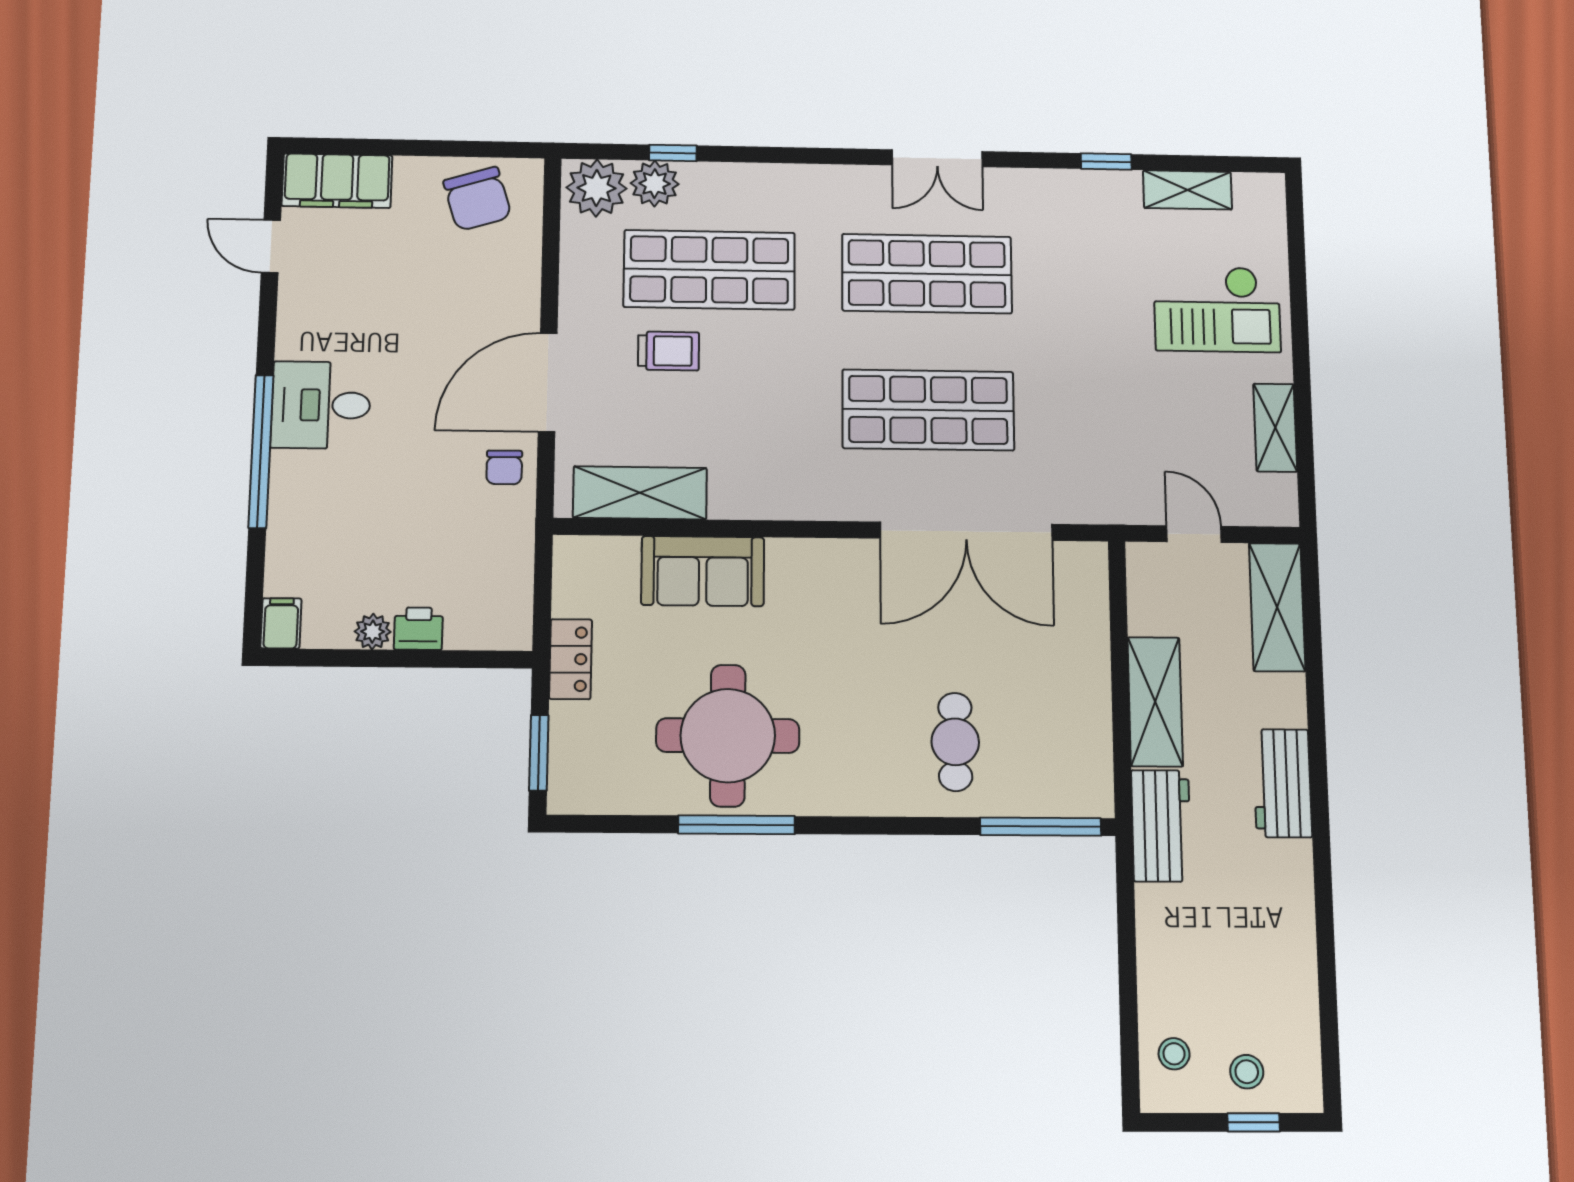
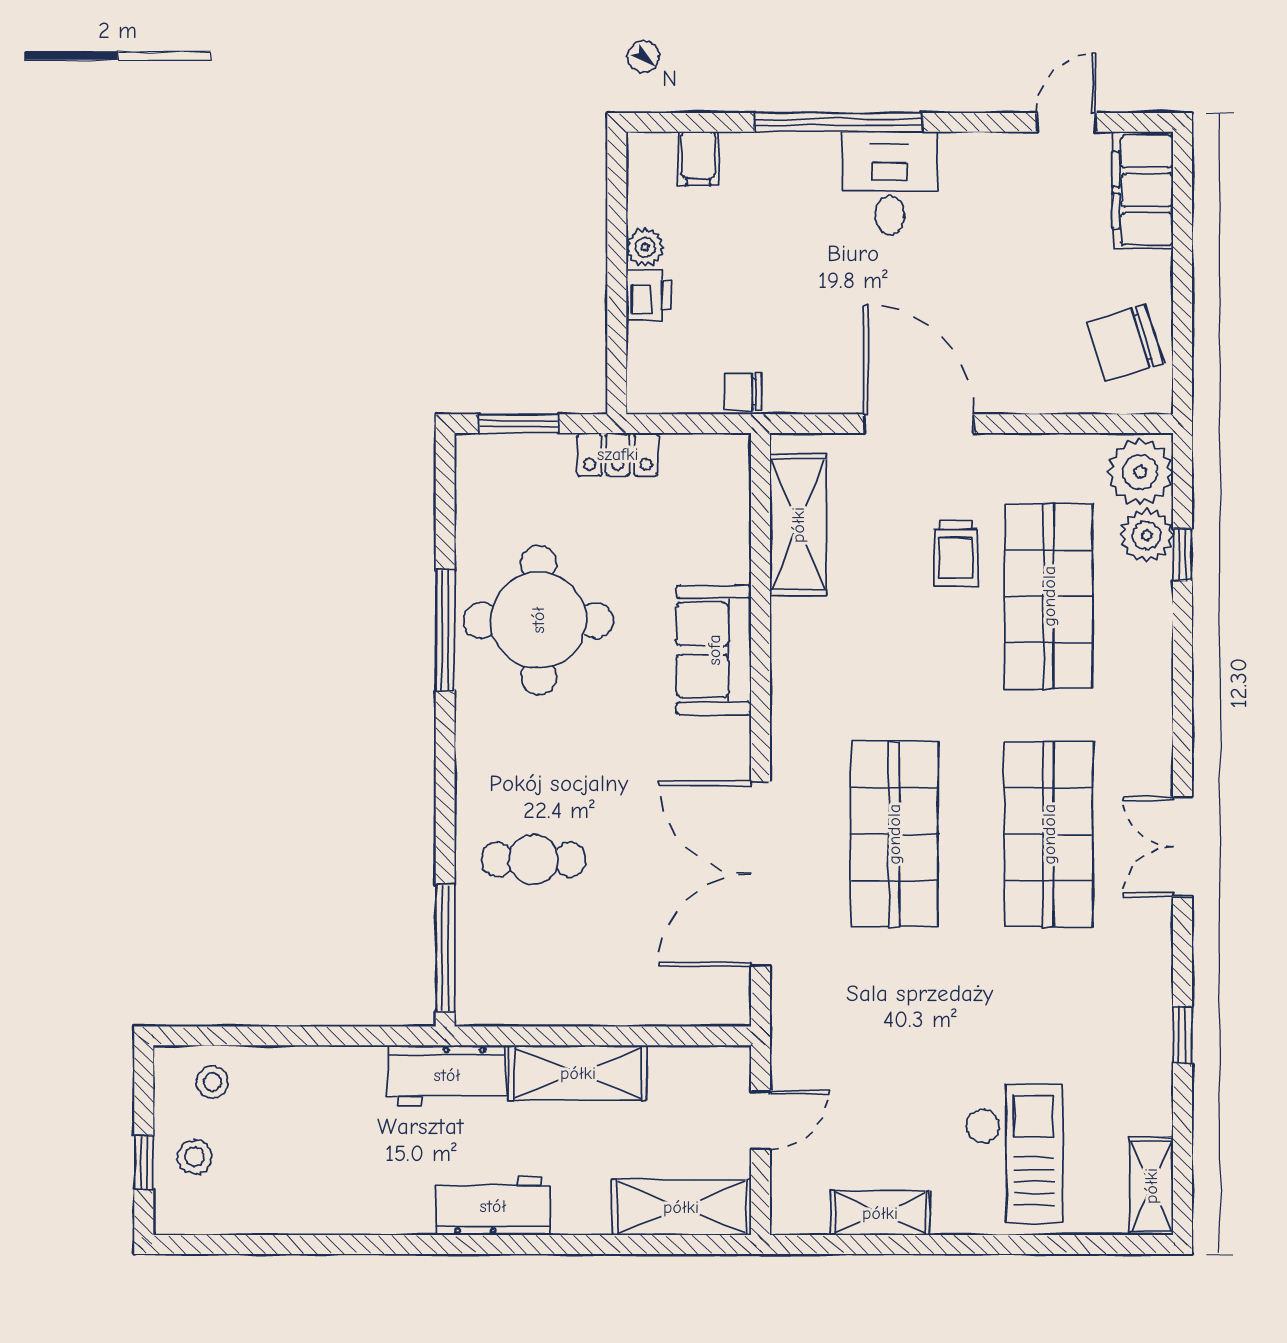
shelving: (1187, 190) -> (1151, 1186), moved
checkout: (1217, 309) -> (1014, 1154), turned 180
chair: (504, 467) -> (743, 392), moved
sofa: (703, 571) -> (714, 650), moved
filing cabinet: (281, 623) -> (698, 158), moved, turned 90

